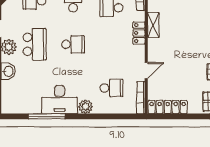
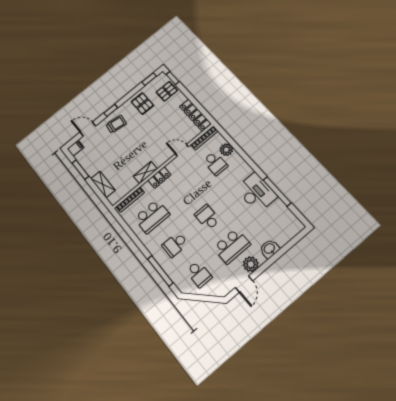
school desk: (34, 44) -> (232, 246), turned 180
school desk: (112, 88) -> (215, 163), turned 180
plant: (86, 107) -> (226, 150), moved

